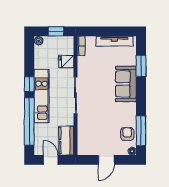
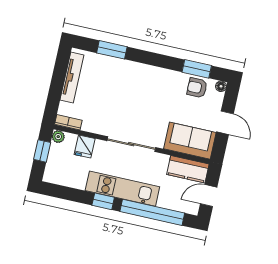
plant: (39, 41) -> (58, 137), moved
sofa: (126, 84) -> (190, 141), moved, turned 180
window: (141, 131) -> (197, 69), width x0.69

